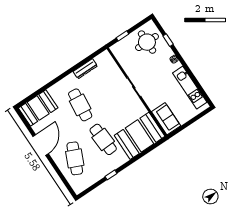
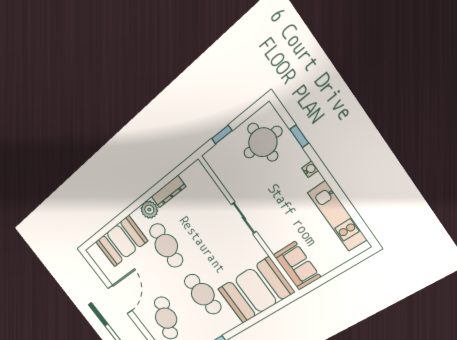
plant: (71, 80) -> (149, 210), added
booth: (38, 108) -> (121, 241), moved

